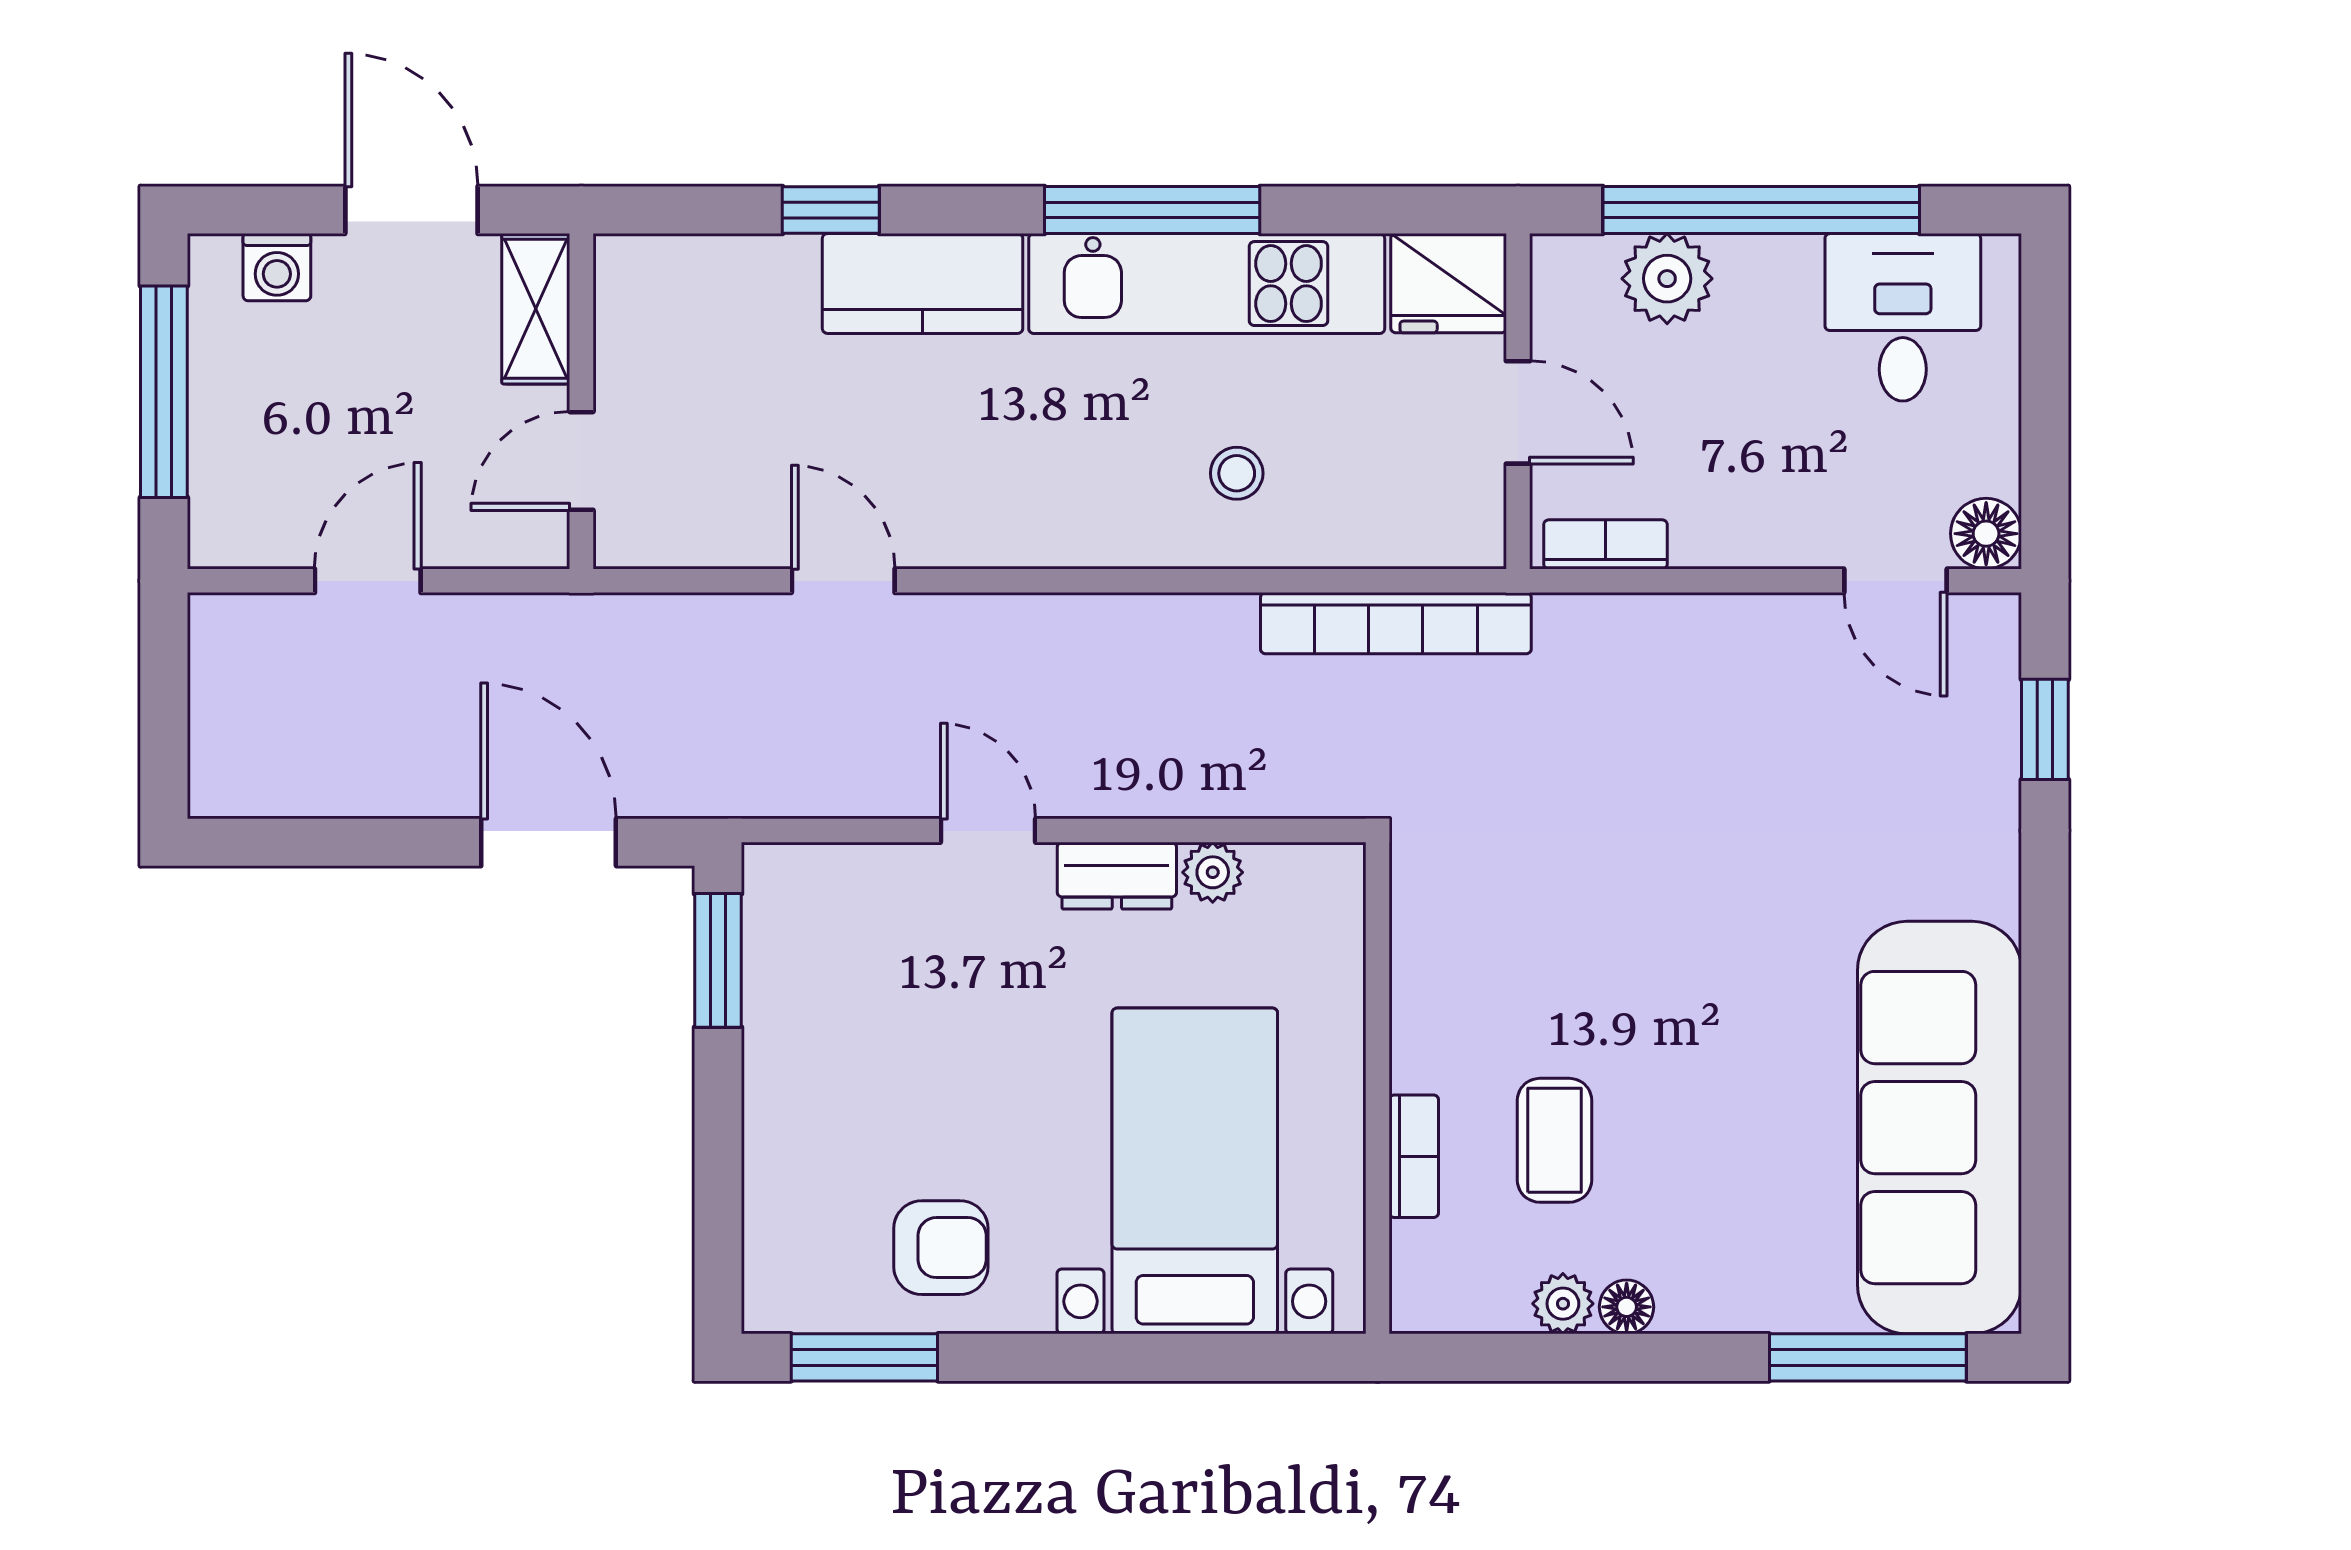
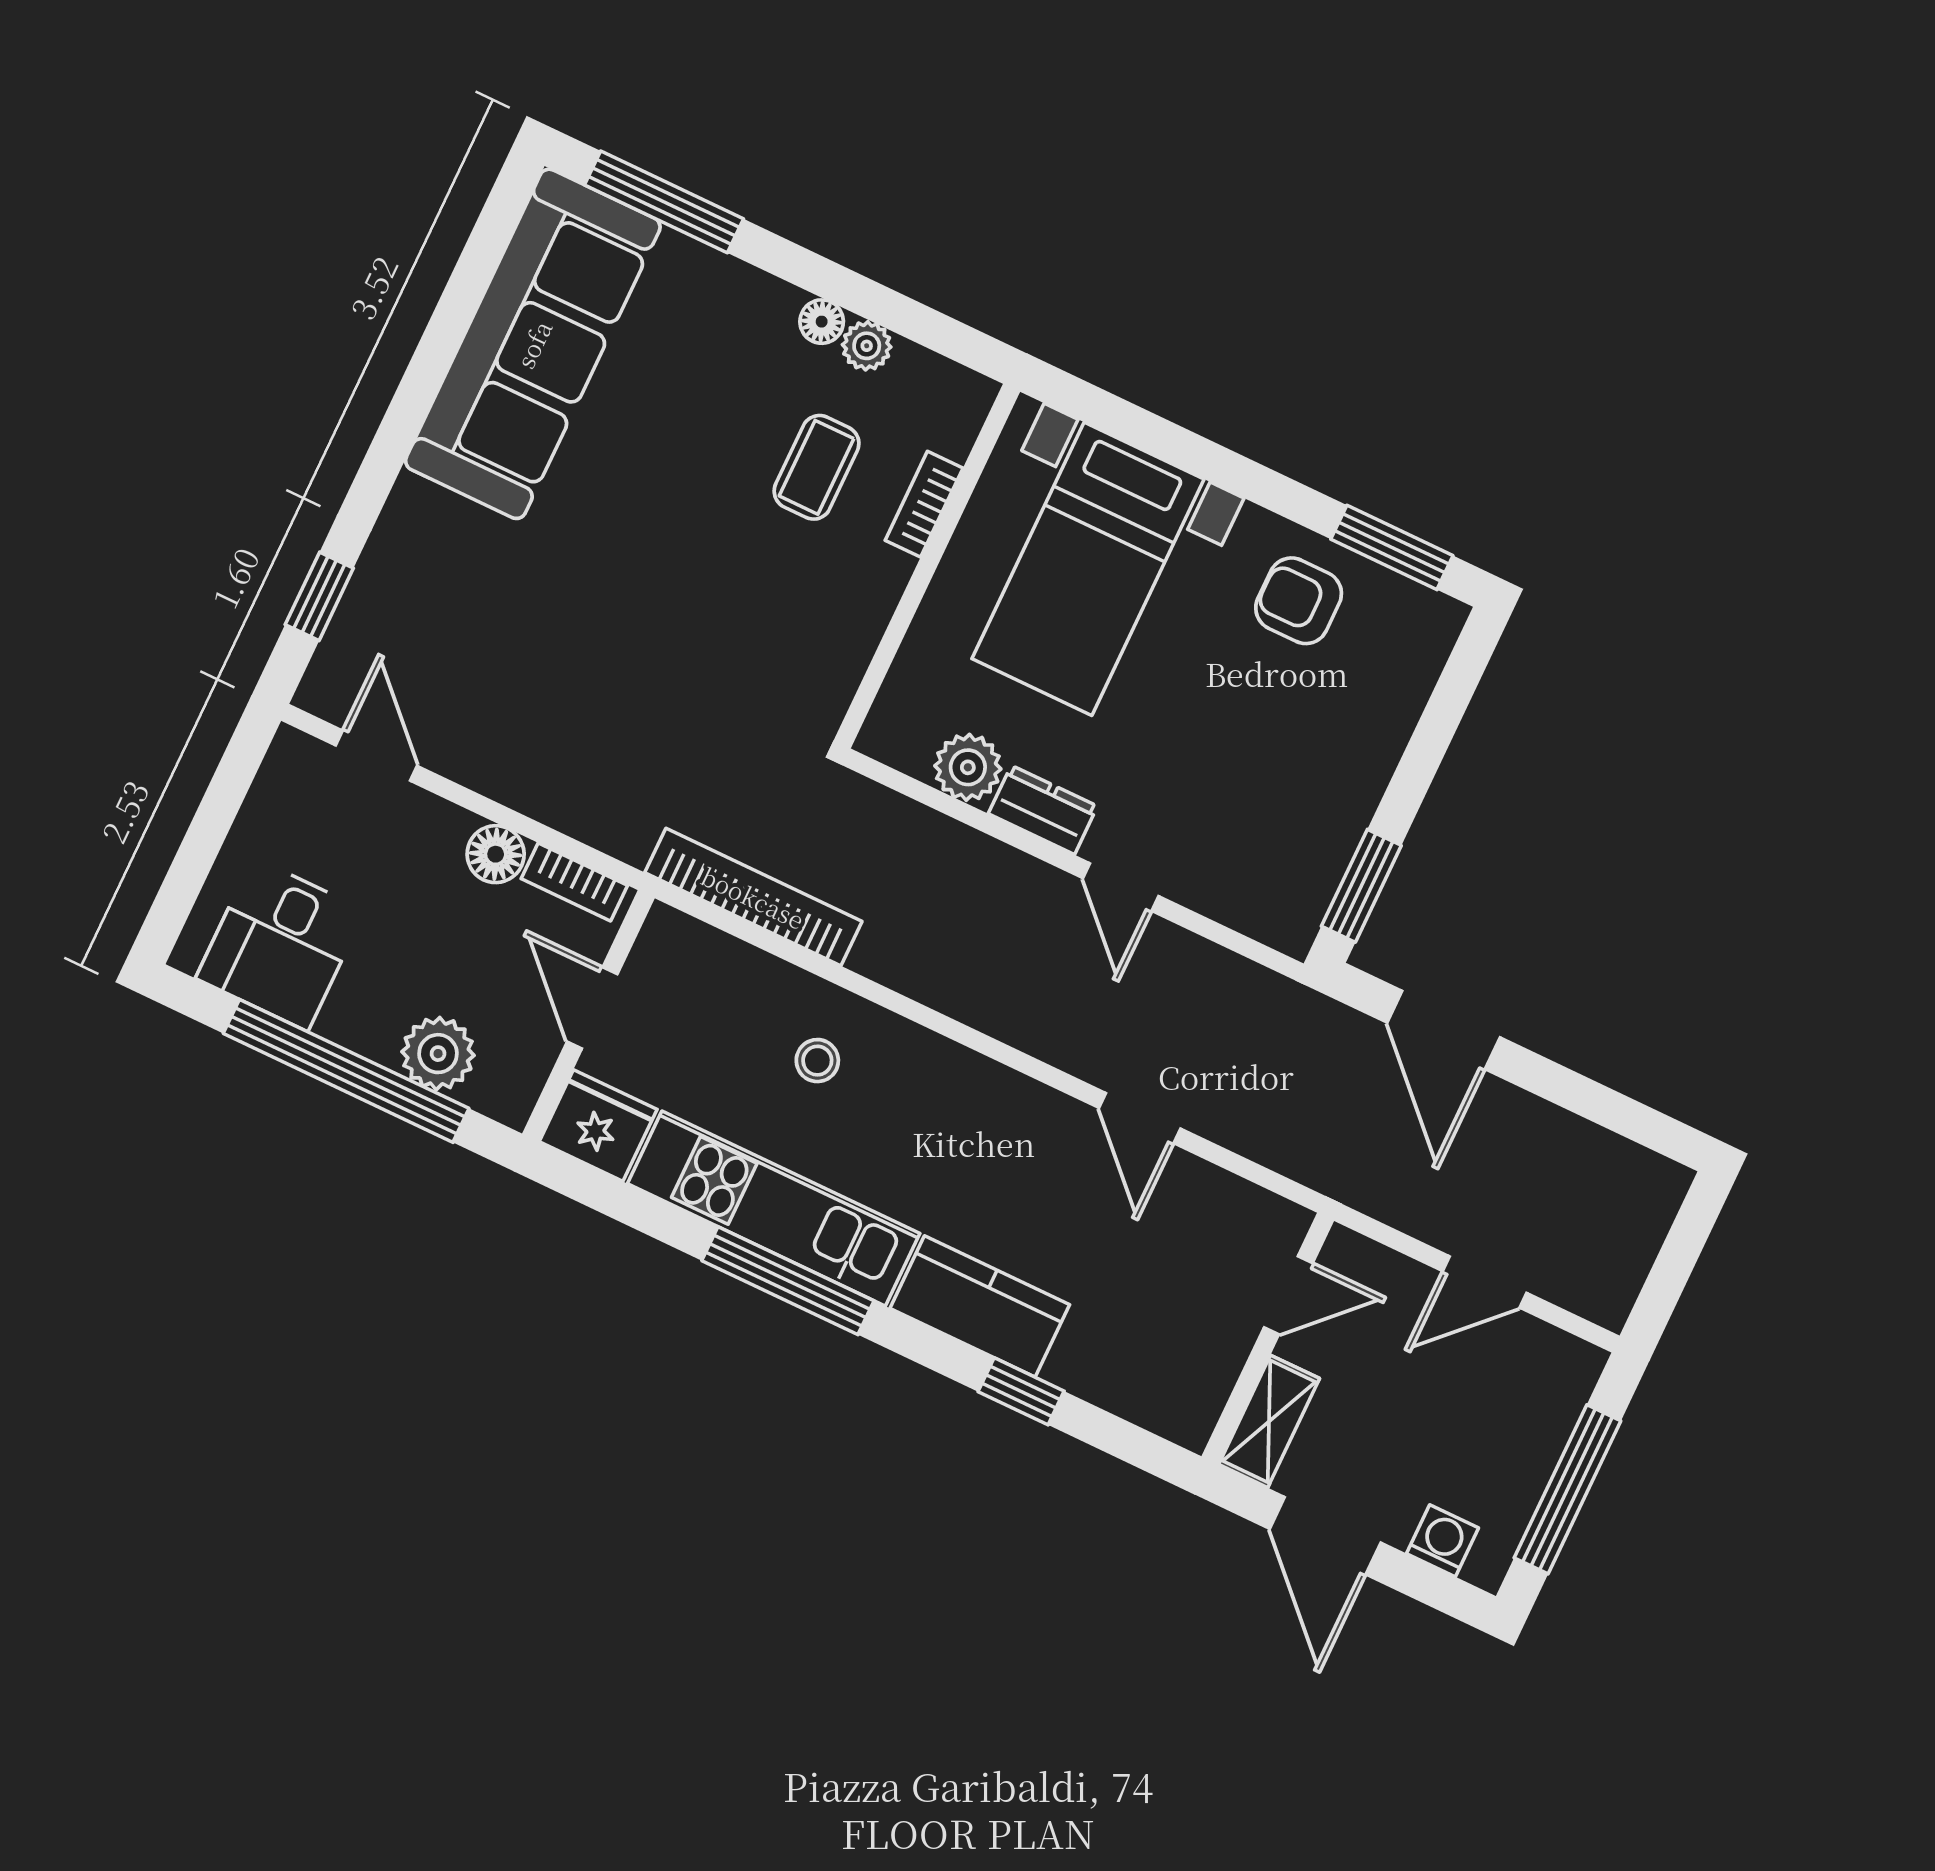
floor lamp: (1986, 534) -> (496, 854), moved
plant: (1213, 872) -> (968, 767), width x1.38, depth x1.38

